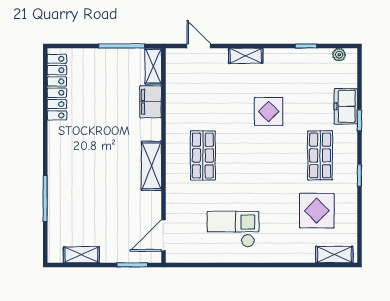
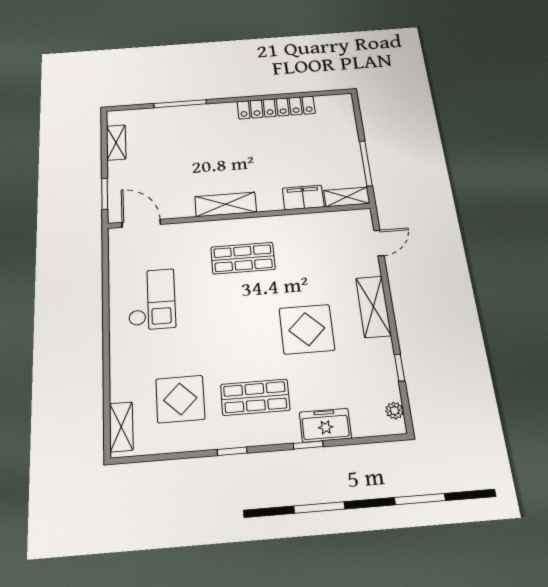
shelving: (246, 56) -> (373, 307), width x1.50, depth x1.33
locker: (57, 87) -> (276, 107), moved
display table: (269, 112) -> (307, 329), width x1.36, depth x1.36

